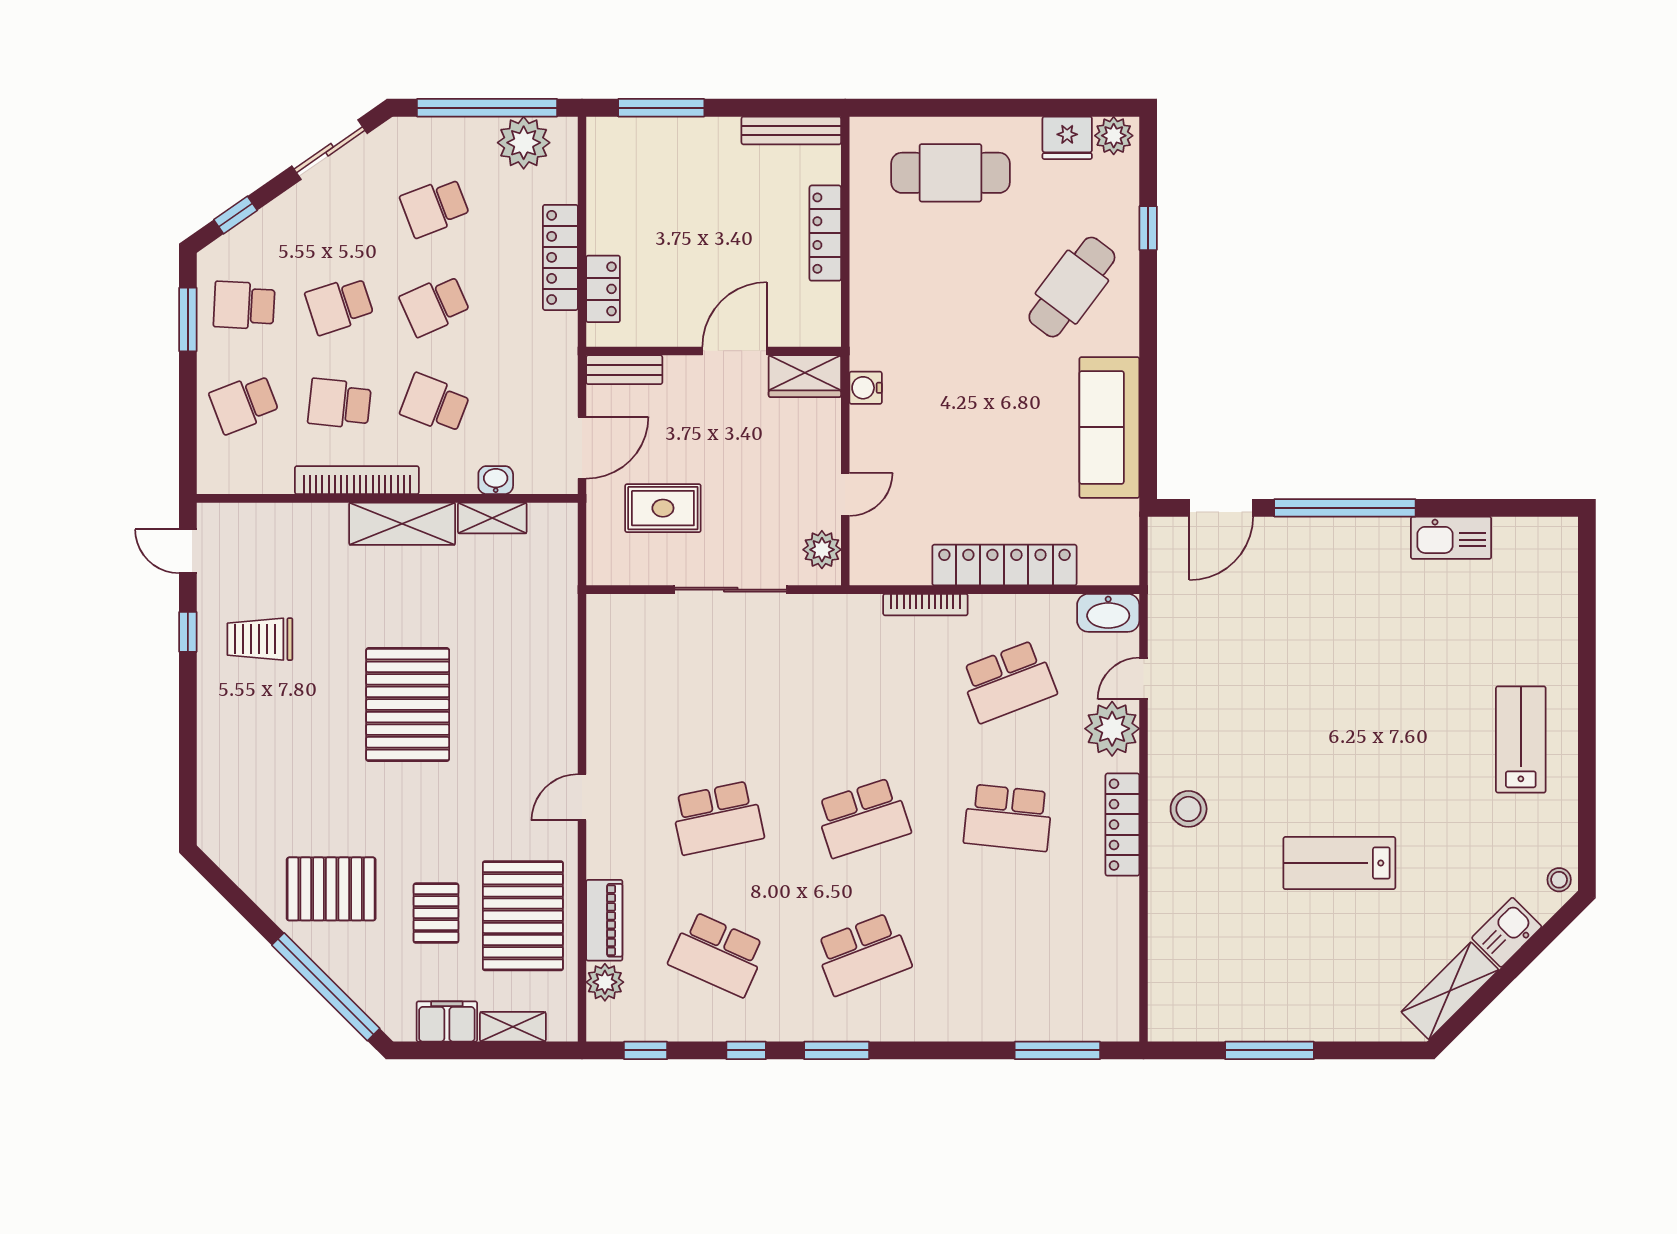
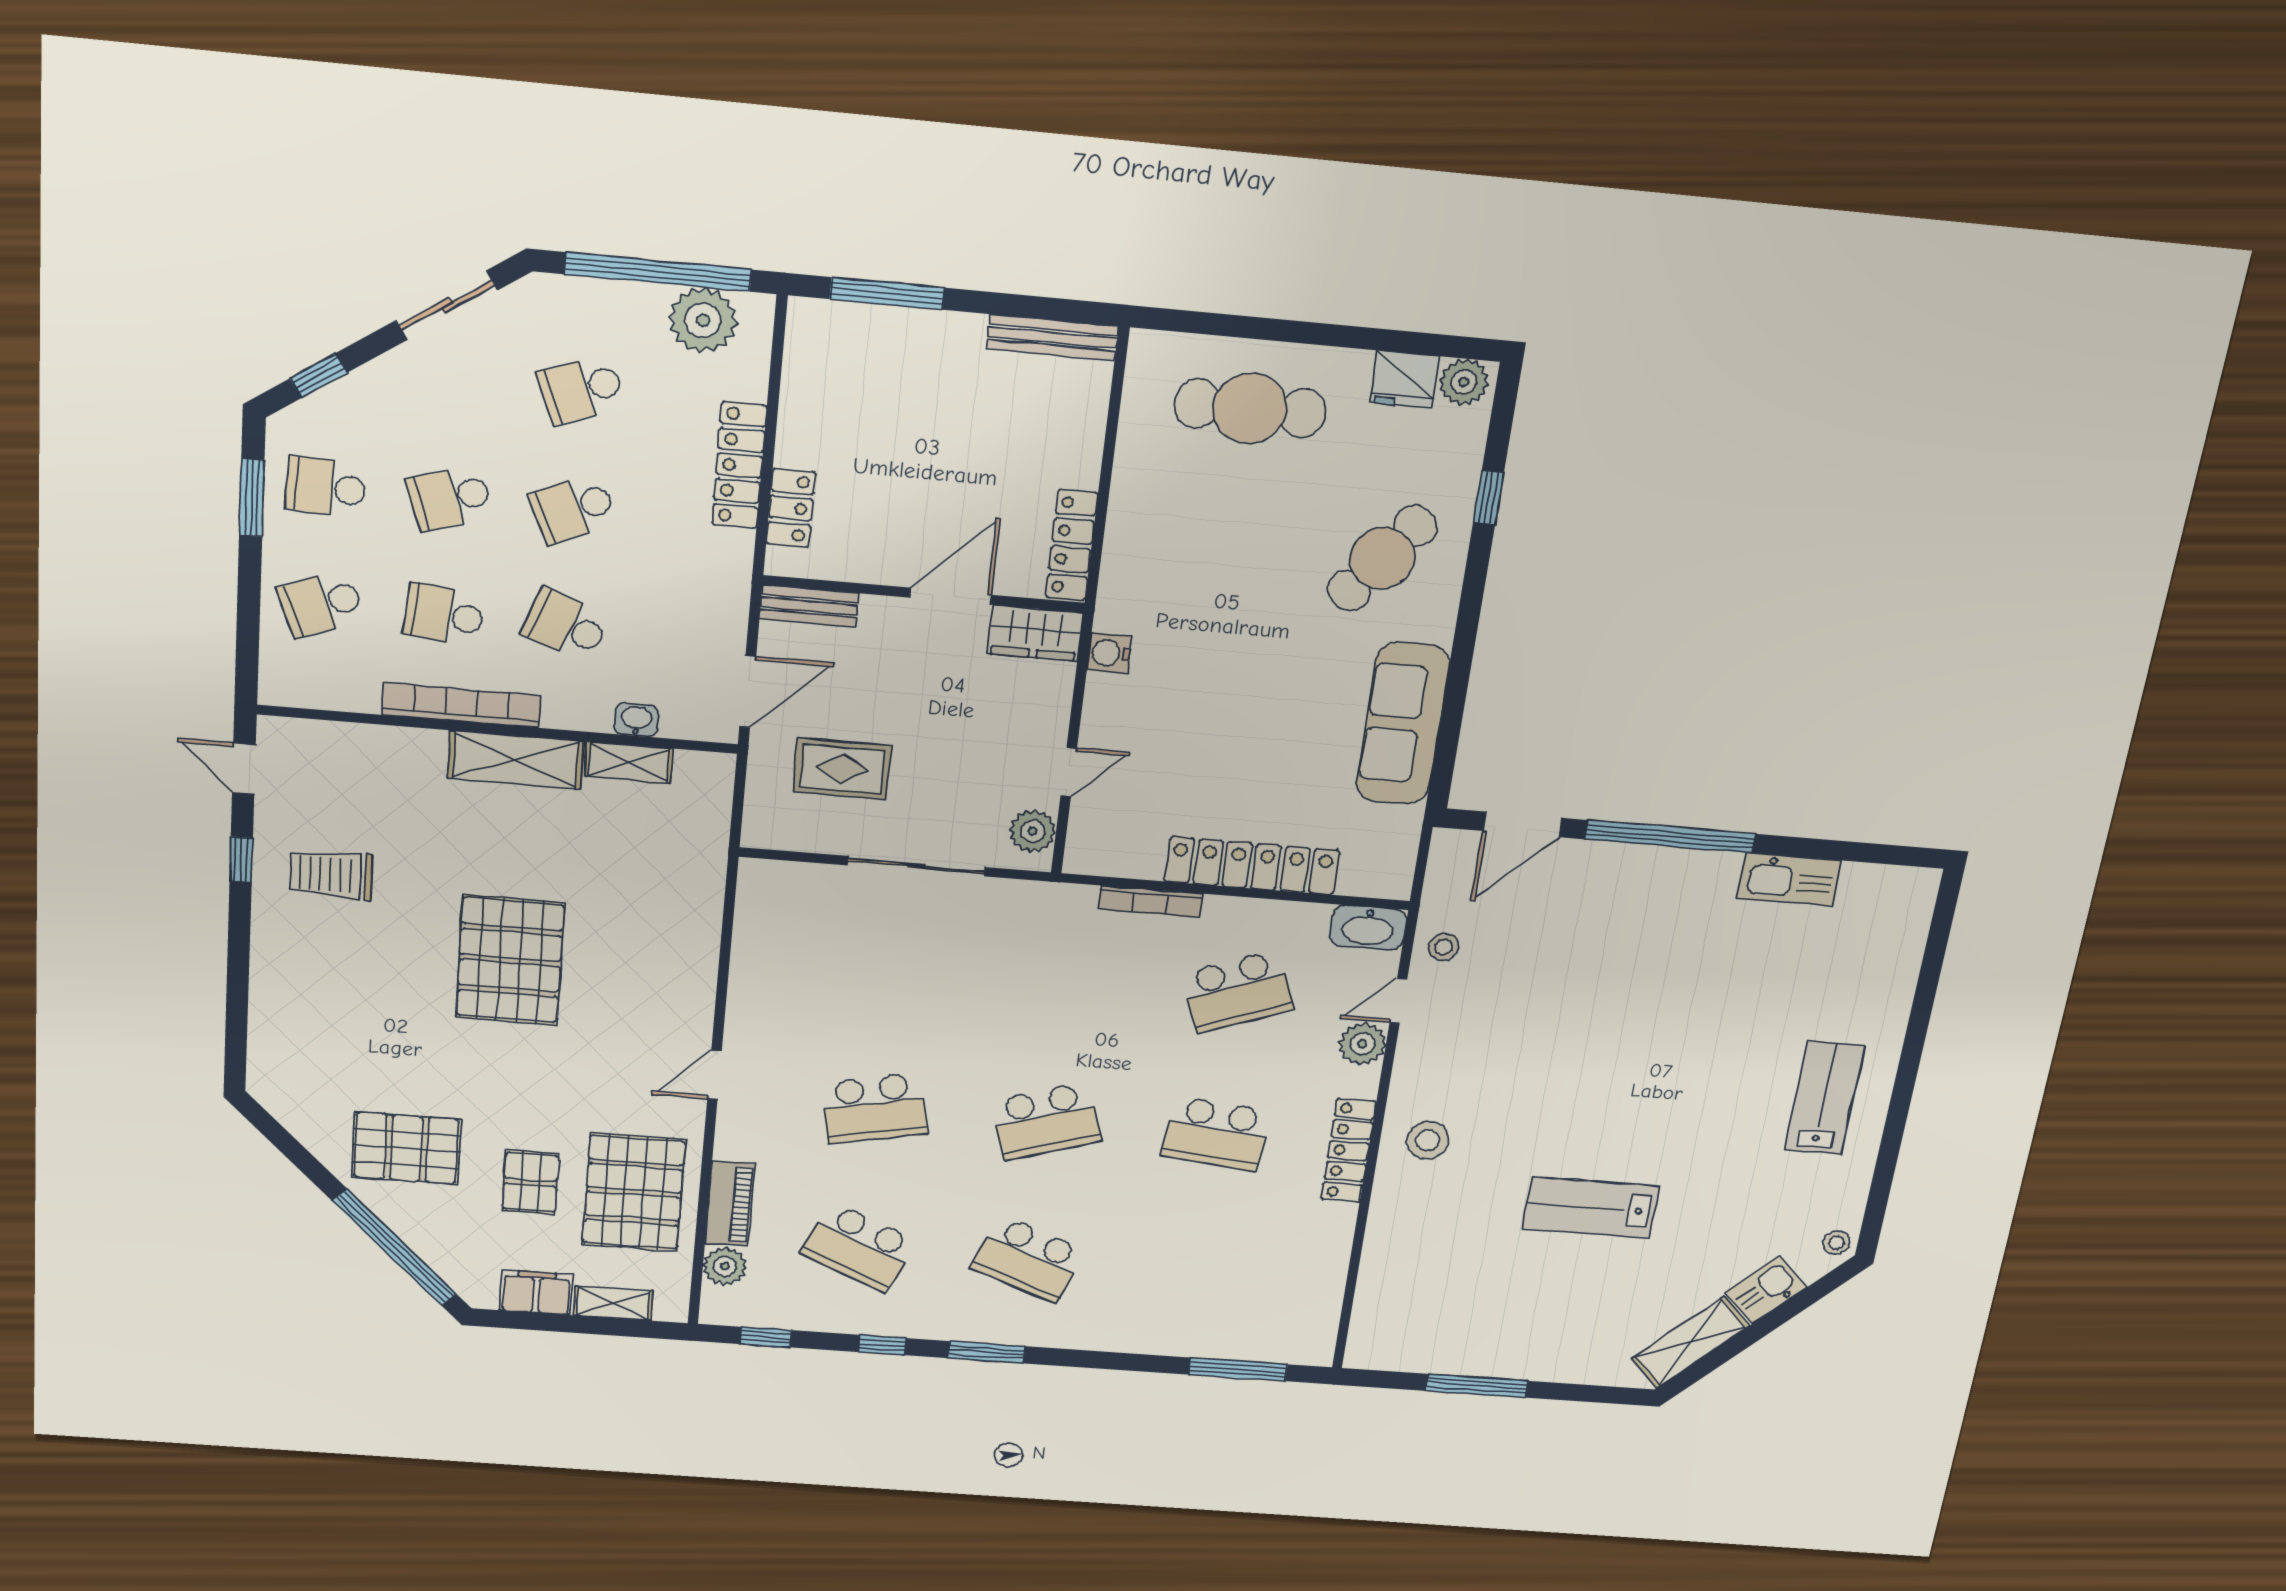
locker: (825, 233) -> (1072, 545), moved
stool: (1174, 625) -> (1444, 947), added
plant: (1112, 729) -> (1362, 1044), width x0.73, depth x0.73
school desk: (863, 954) -> (1028, 1259), turned 42

